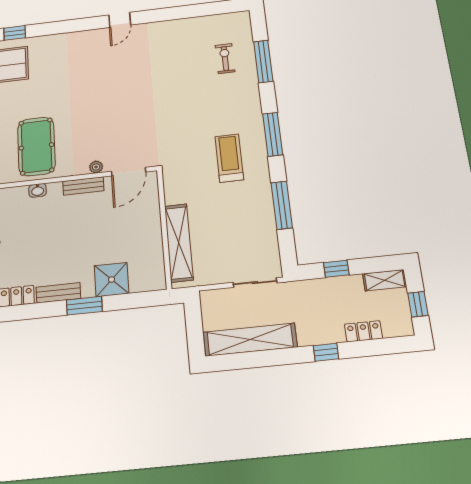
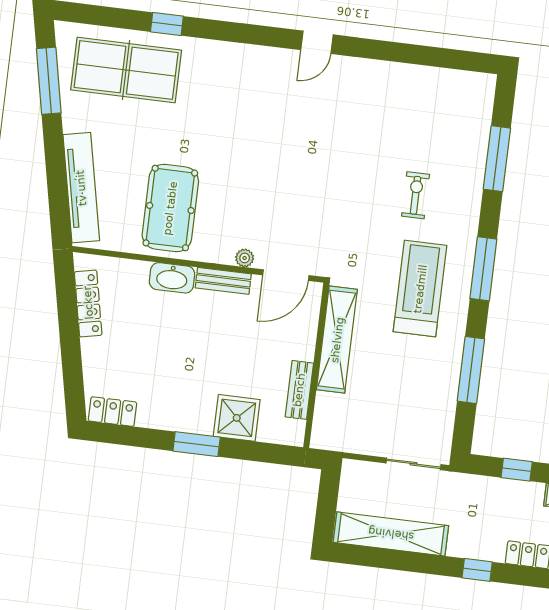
exercise bike: (225, 59) -> (416, 195), moved
treadmill: (229, 158) -> (420, 289), width x1.37, depth x1.38
washbasin: (38, 190) -> (172, 278), width x1.91, depth x1.45
shelving: (179, 243) -> (337, 340), moved
bench: (58, 293) -> (299, 390), moved, turned 90

